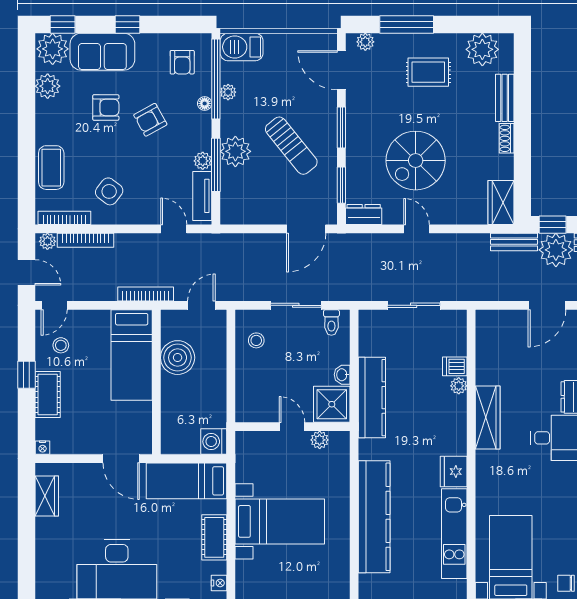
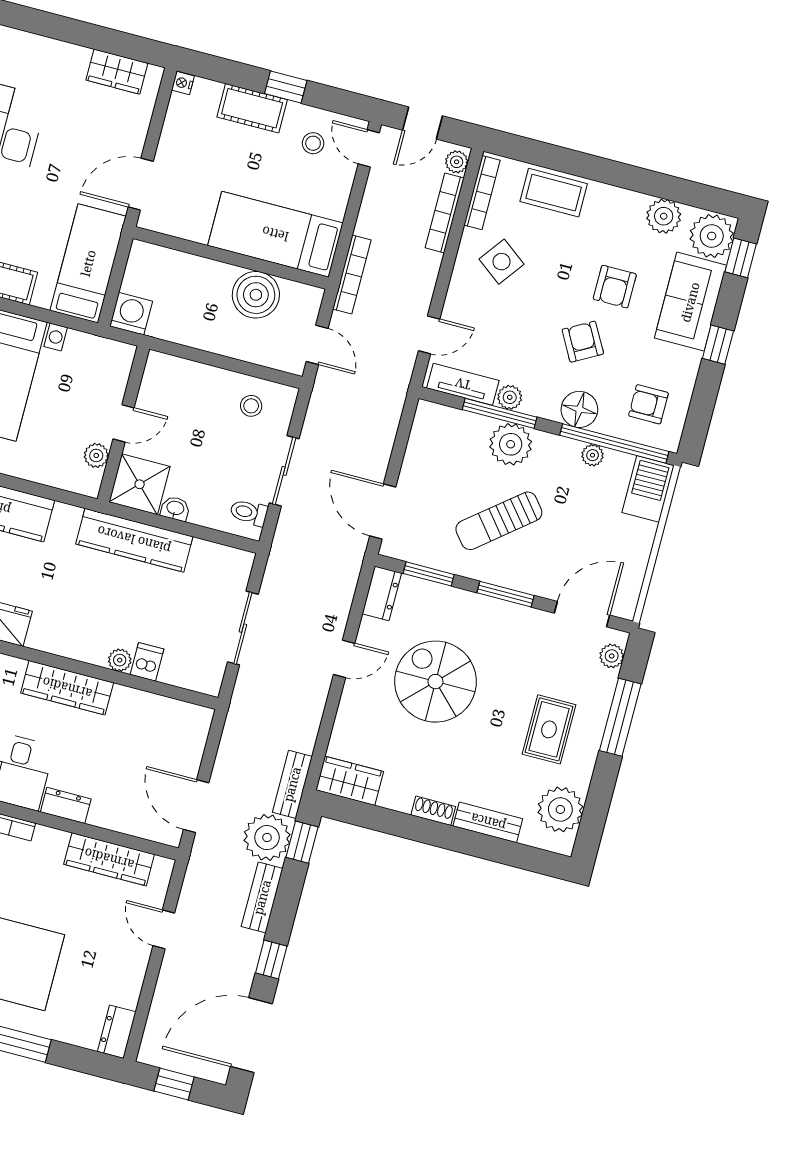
floor lamp: (205, 103) -> (579, 409), width x1.89, depth x1.89

